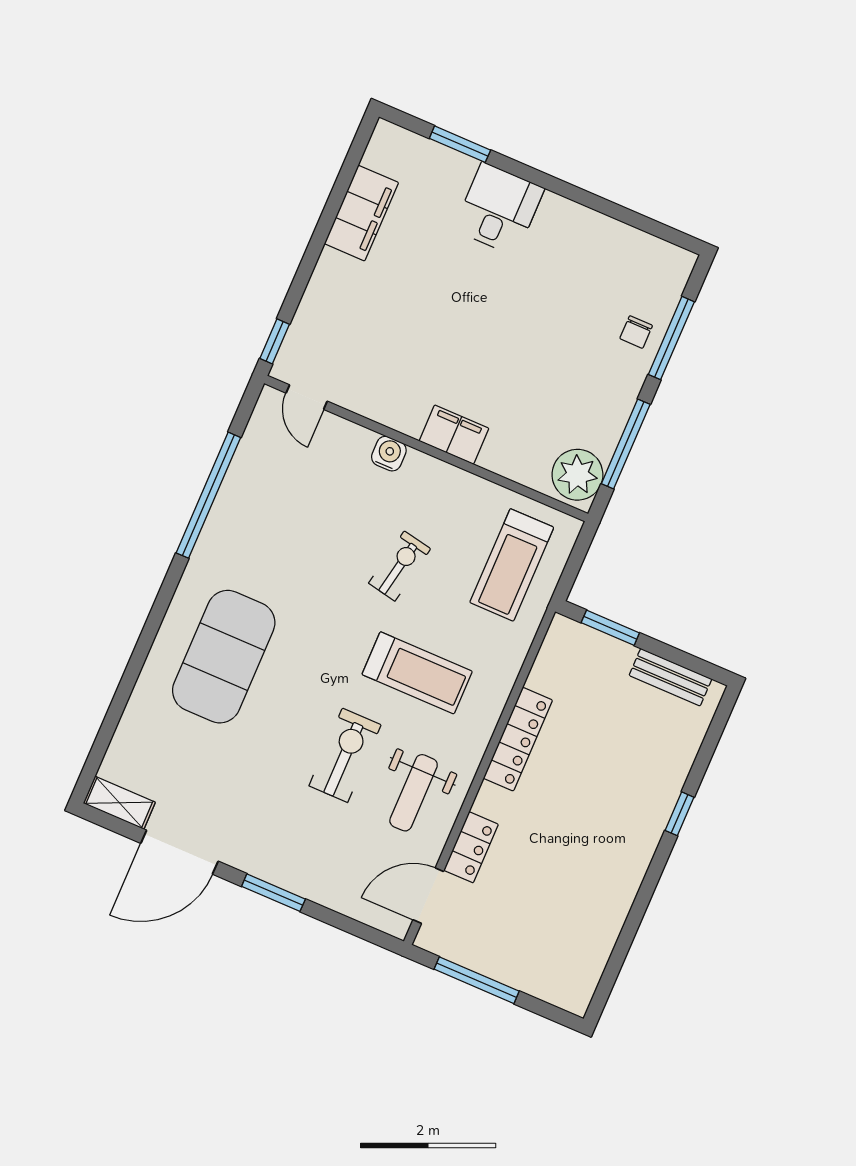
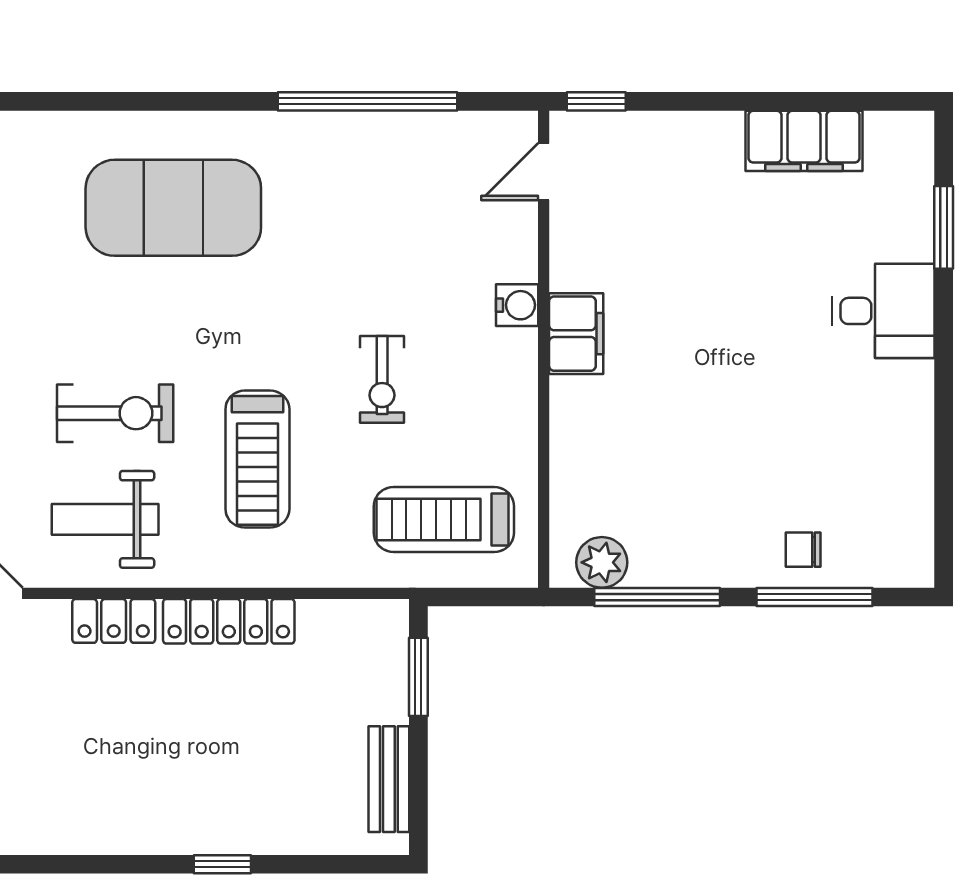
filing cabinet: (454, 435) -> (576, 334), moved
plant: (577, 475) -> (602, 562), width x0.73, depth x0.73
exercise bike: (400, 566) -> (382, 379), turned 79
locker: (471, 847) -> (114, 621), moved

